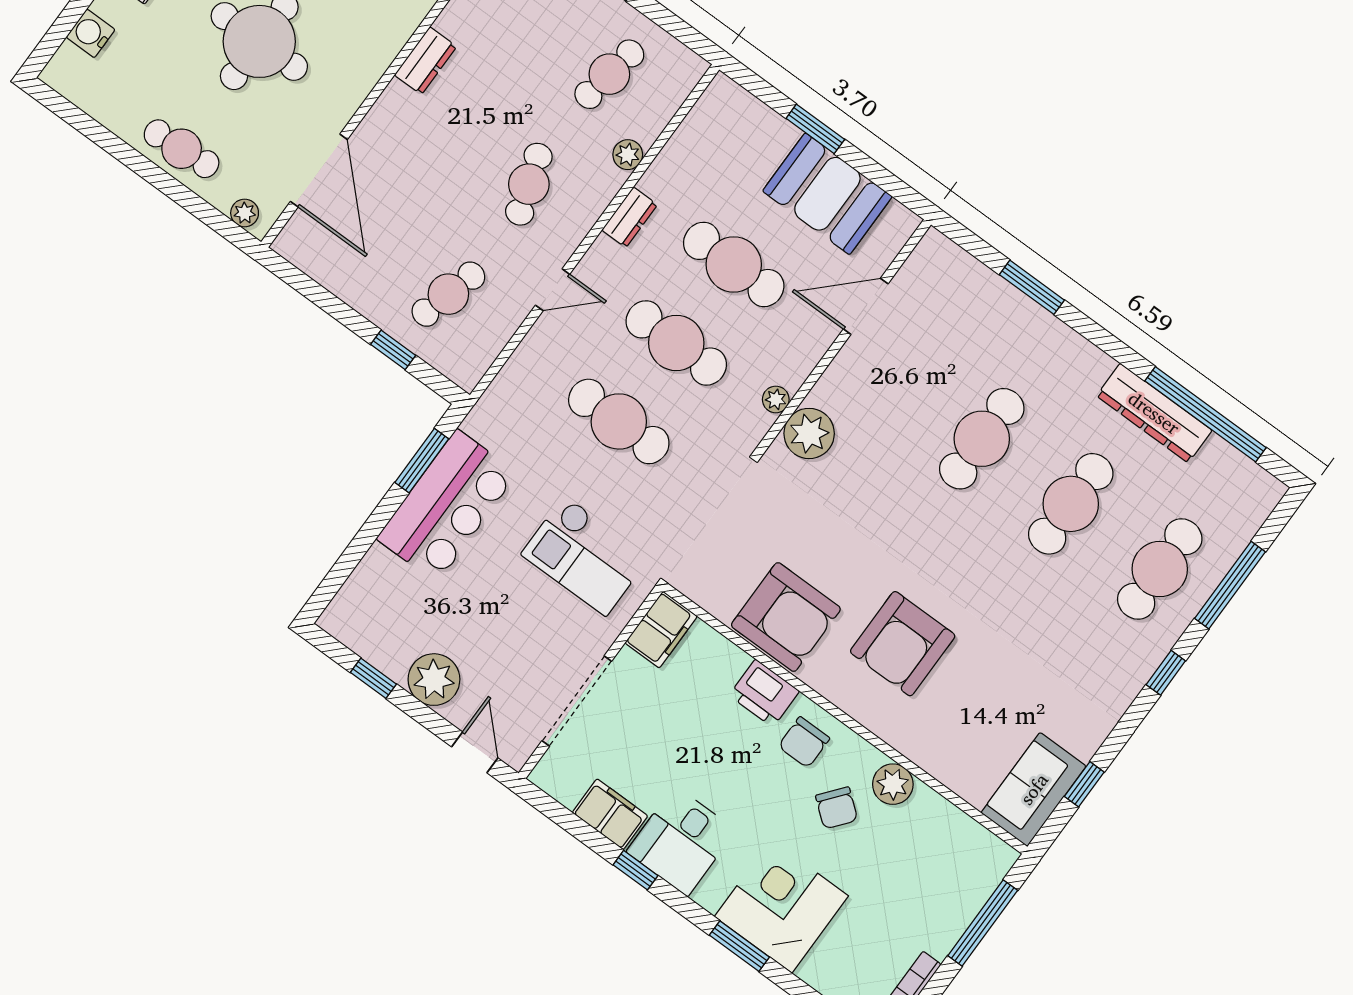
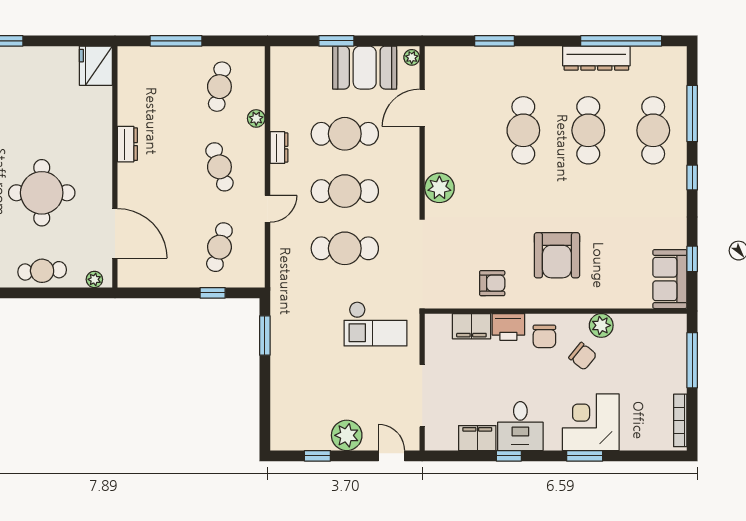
plant: (776, 399) -> (412, 57), moved
bar counter: (447, 506) -> (293, 348), removed
armchair: (786, 617) -> (492, 283), width x0.53, depth x0.53
filing cabinet: (661, 630) -> (471, 326), moved, turned 90

